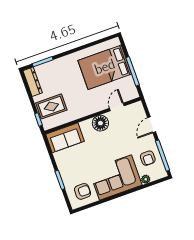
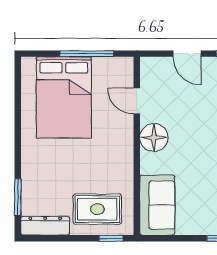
rug: (51, 106) -> (97, 209), turned 90

